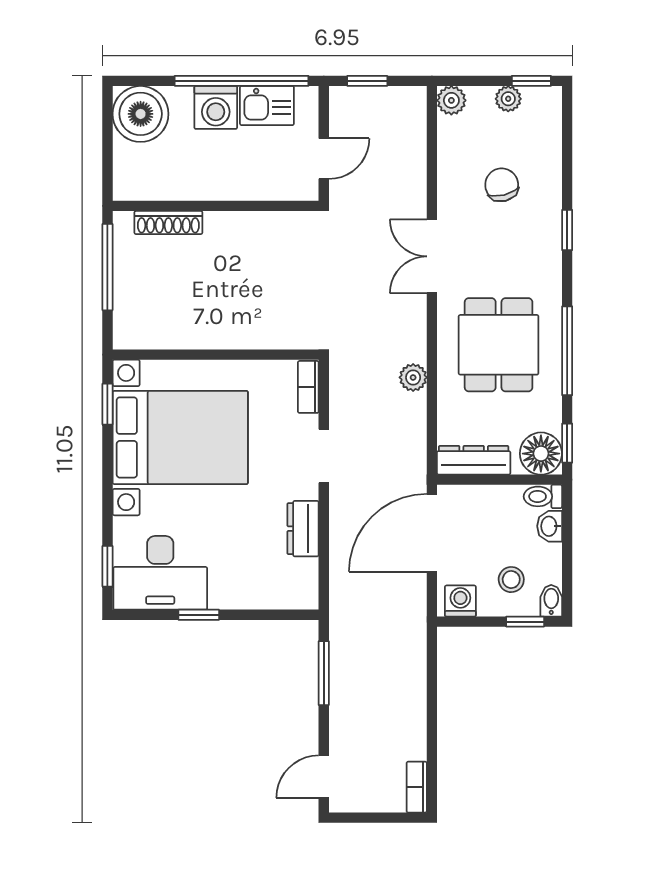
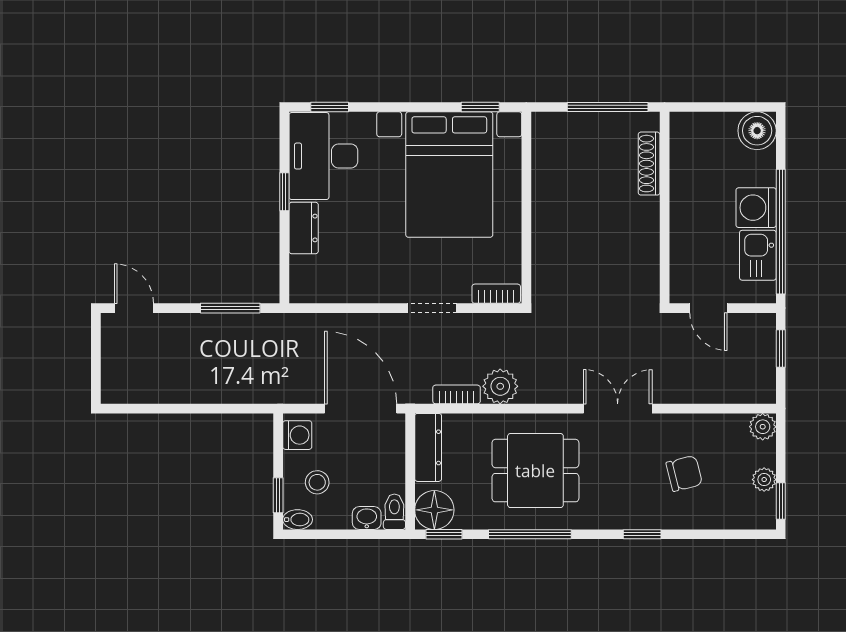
boiler: (141, 114) -> (757, 131), width x0.73, depth x0.73
plant: (413, 377) -> (500, 386), width x1.38, depth x1.38
dresser: (303, 529) -> (304, 228), moved, turned 90
bookcase: (417, 787) -> (457, 394), moved

